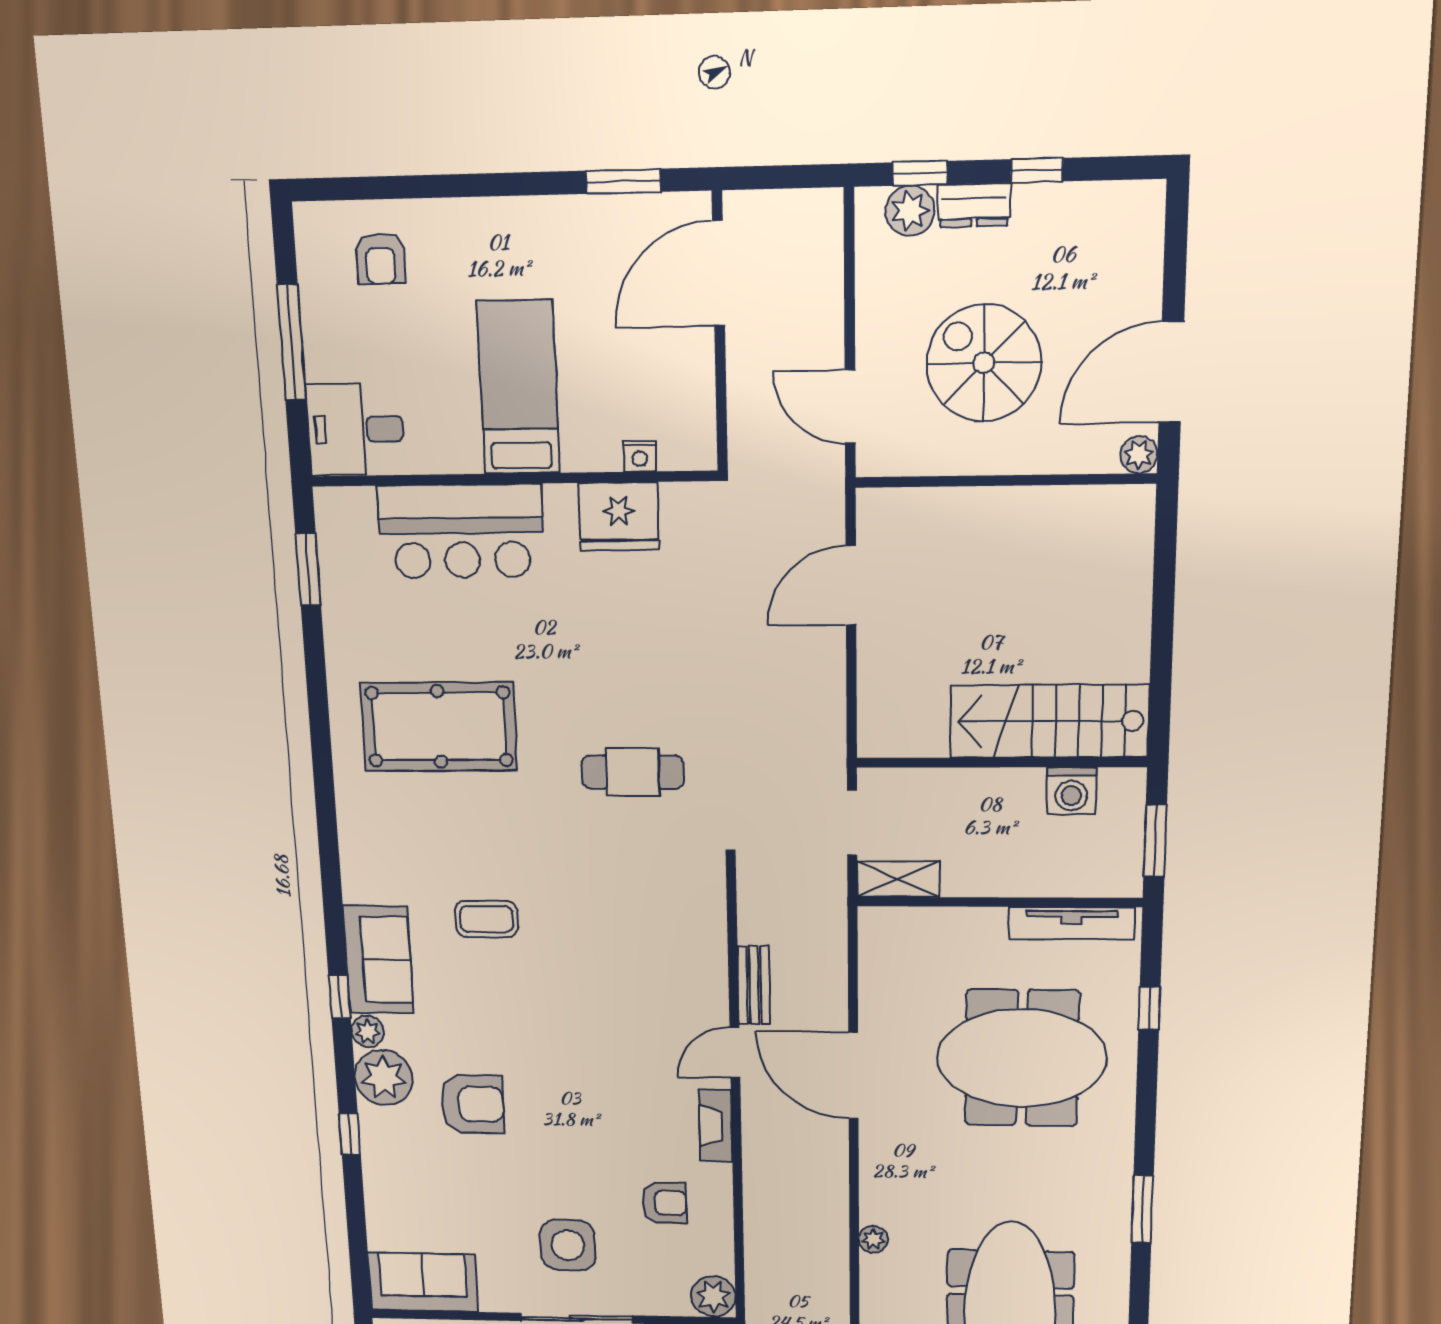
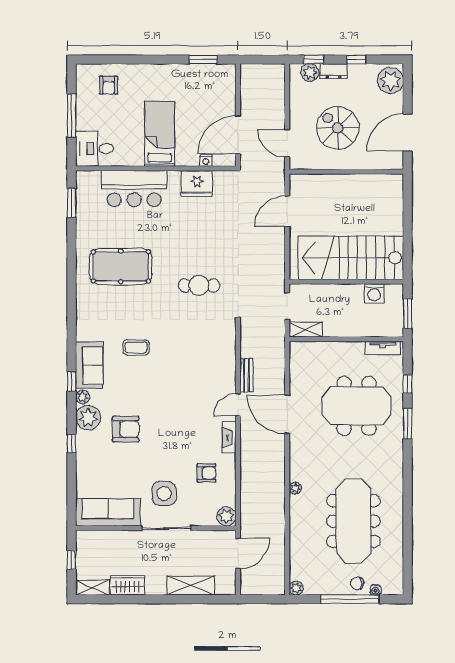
door: (719, 273) -> (238, 135), moved
plant: (1139, 455) -> (390, 80), moved, width x1.87, depth x1.87
stairs: (1049, 721) -> (351, 258), width x1.36, depth x1.51
tv unit: (1071, 923) -> (383, 348), width x0.71
window: (1142, 1209) -> (408, 424), moved
sofa: (423, 1282) -> (108, 512), width x1.36

